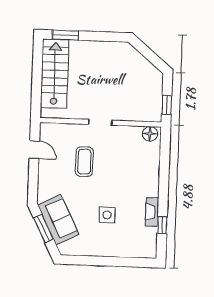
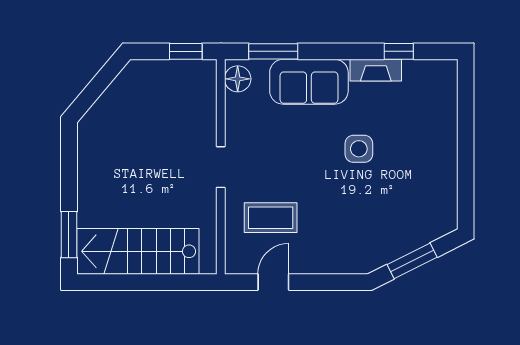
window: (165, 154) -> (273, 51), added
coffee table: (84, 162) -> (271, 218), moved
side table: (107, 215) -> (359, 149), moved
sofa: (58, 220) -> (309, 82), moved, turned -153

